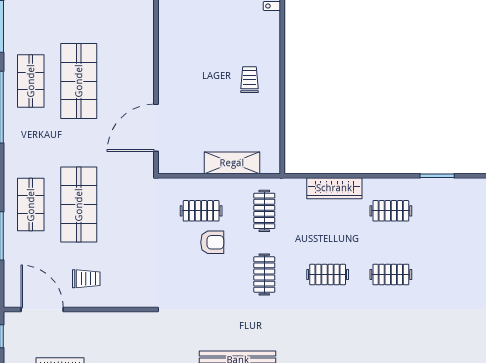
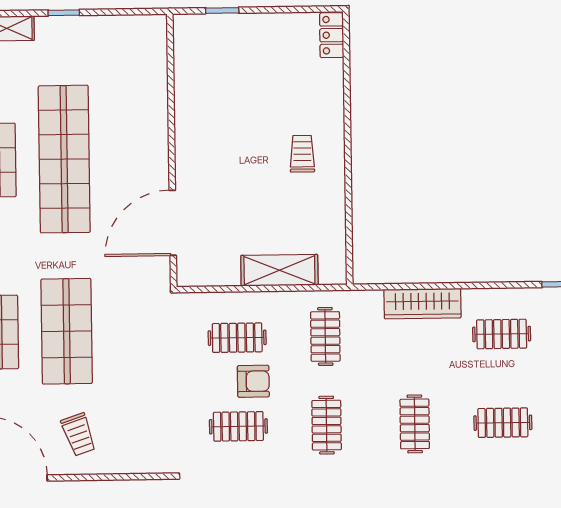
shop shelf: (79, 81) -> (64, 159), width x1.40
clothes rail: (201, 275) -> (238, 426), added
clothes rail: (328, 275) -> (415, 424), turned 90
trolley: (86, 279) -> (79, 434), turned 71

